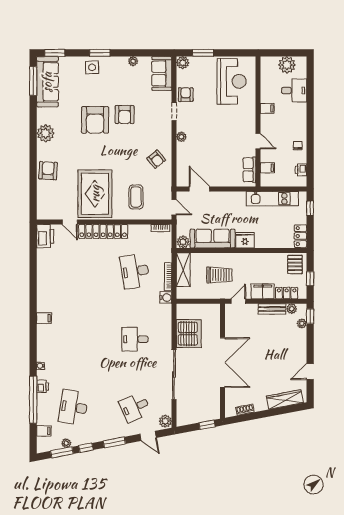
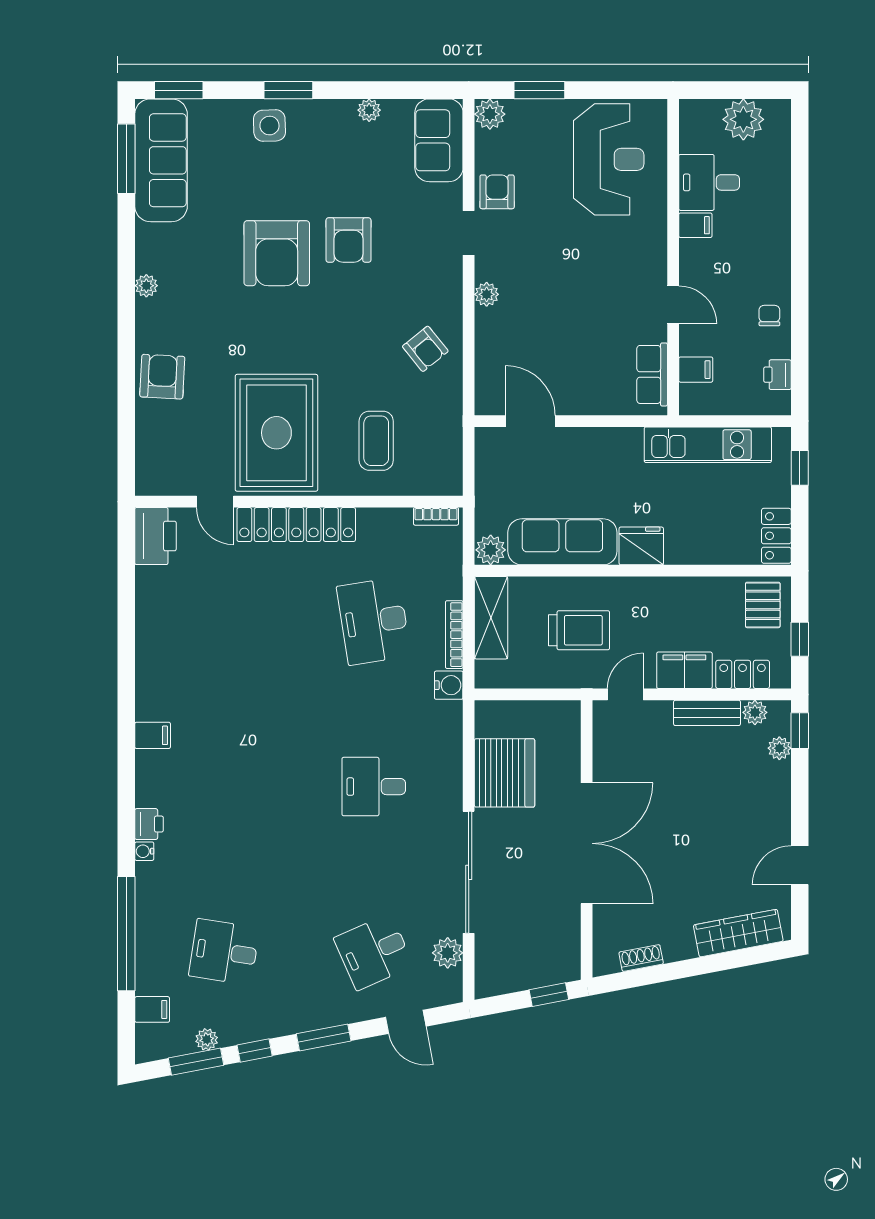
desk: (294, 90) -> (709, 182), moved, turned 180
plant: (46, 133) -> (146, 286), width x0.53, depth x0.53
door: (174, 207) -> (469, 466), removed
printer: (43, 386) -> (149, 824), moved
desk: (73, 407) -> (224, 952), width x0.73
plant: (165, 421) -> (448, 953), moved

